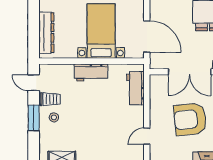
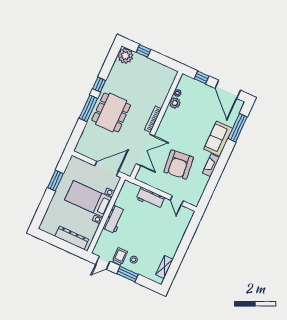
workbench: (135, 88) -> (150, 198), moved

